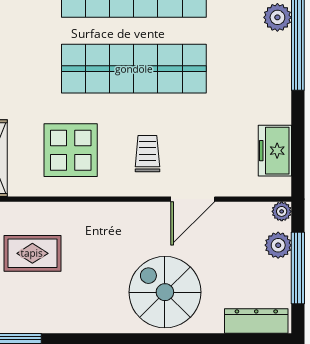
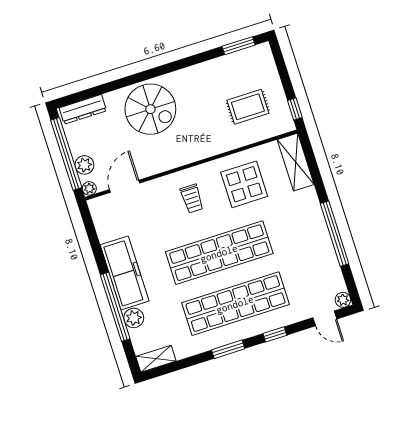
freezer: (275, 151) -> (125, 273), moved, width x1.91, depth x1.26
door: (193, 199) -> (125, 186), moved
window: (298, 268) -> (66, 154), width x1.46

